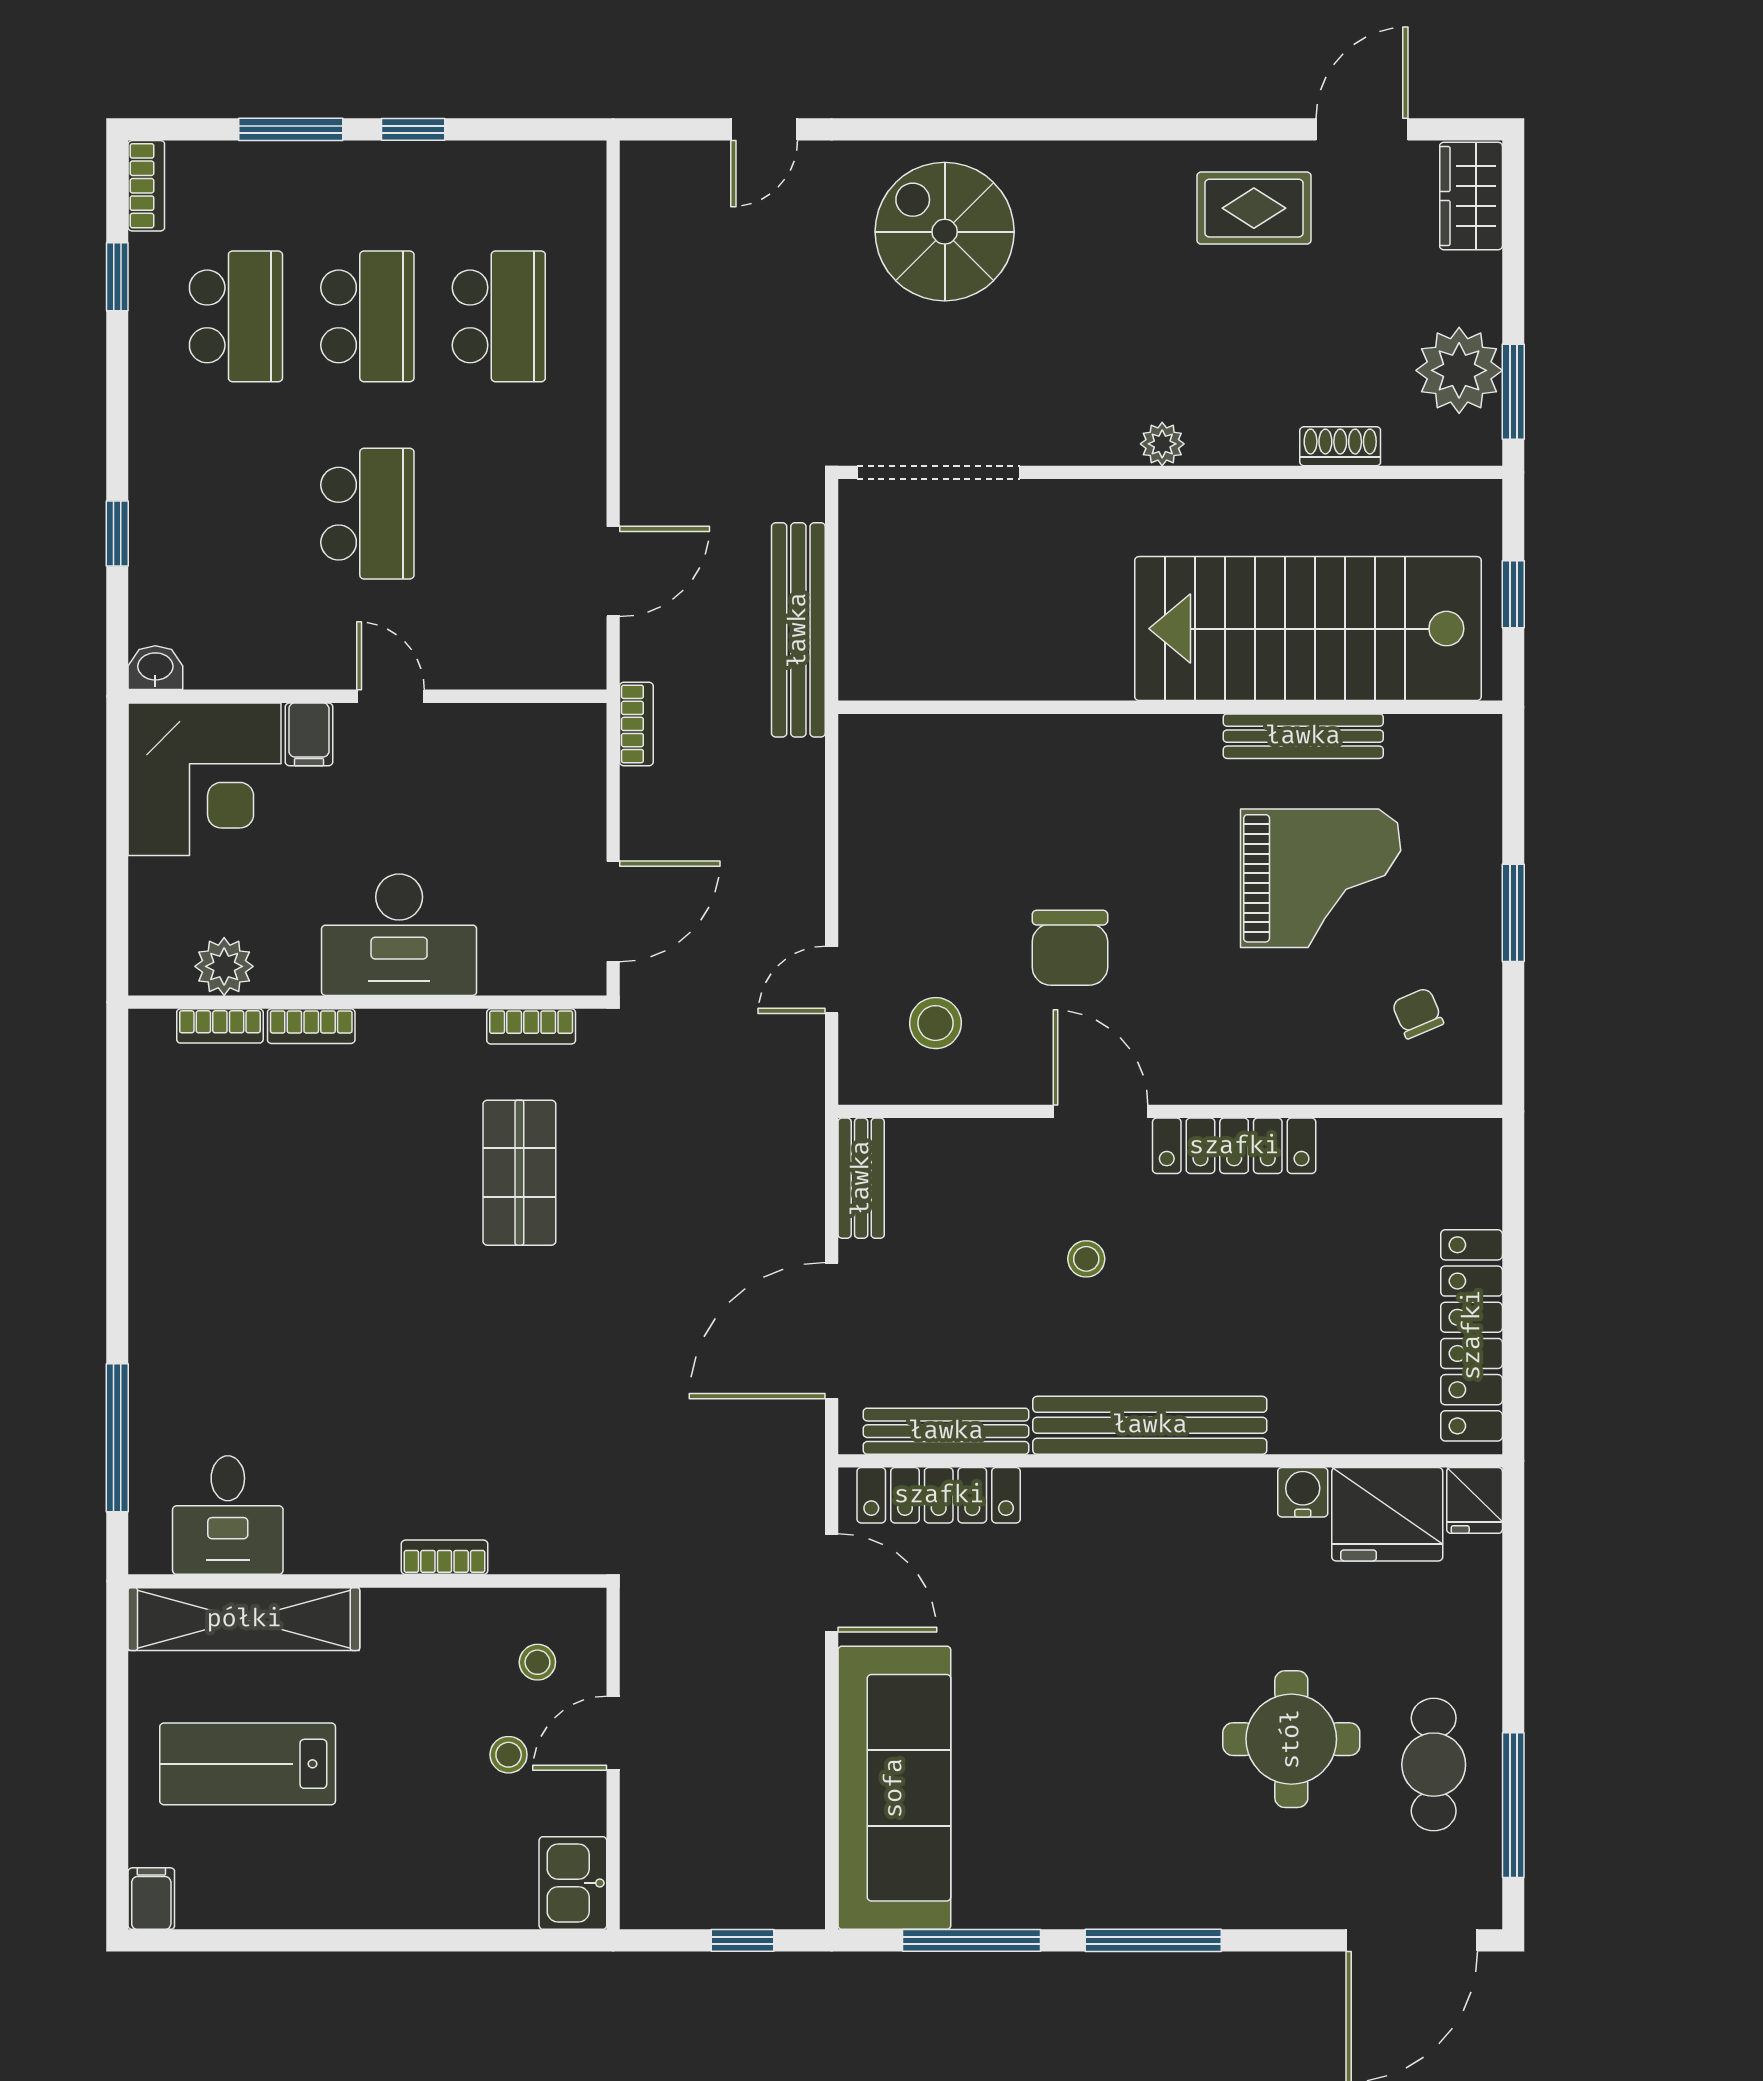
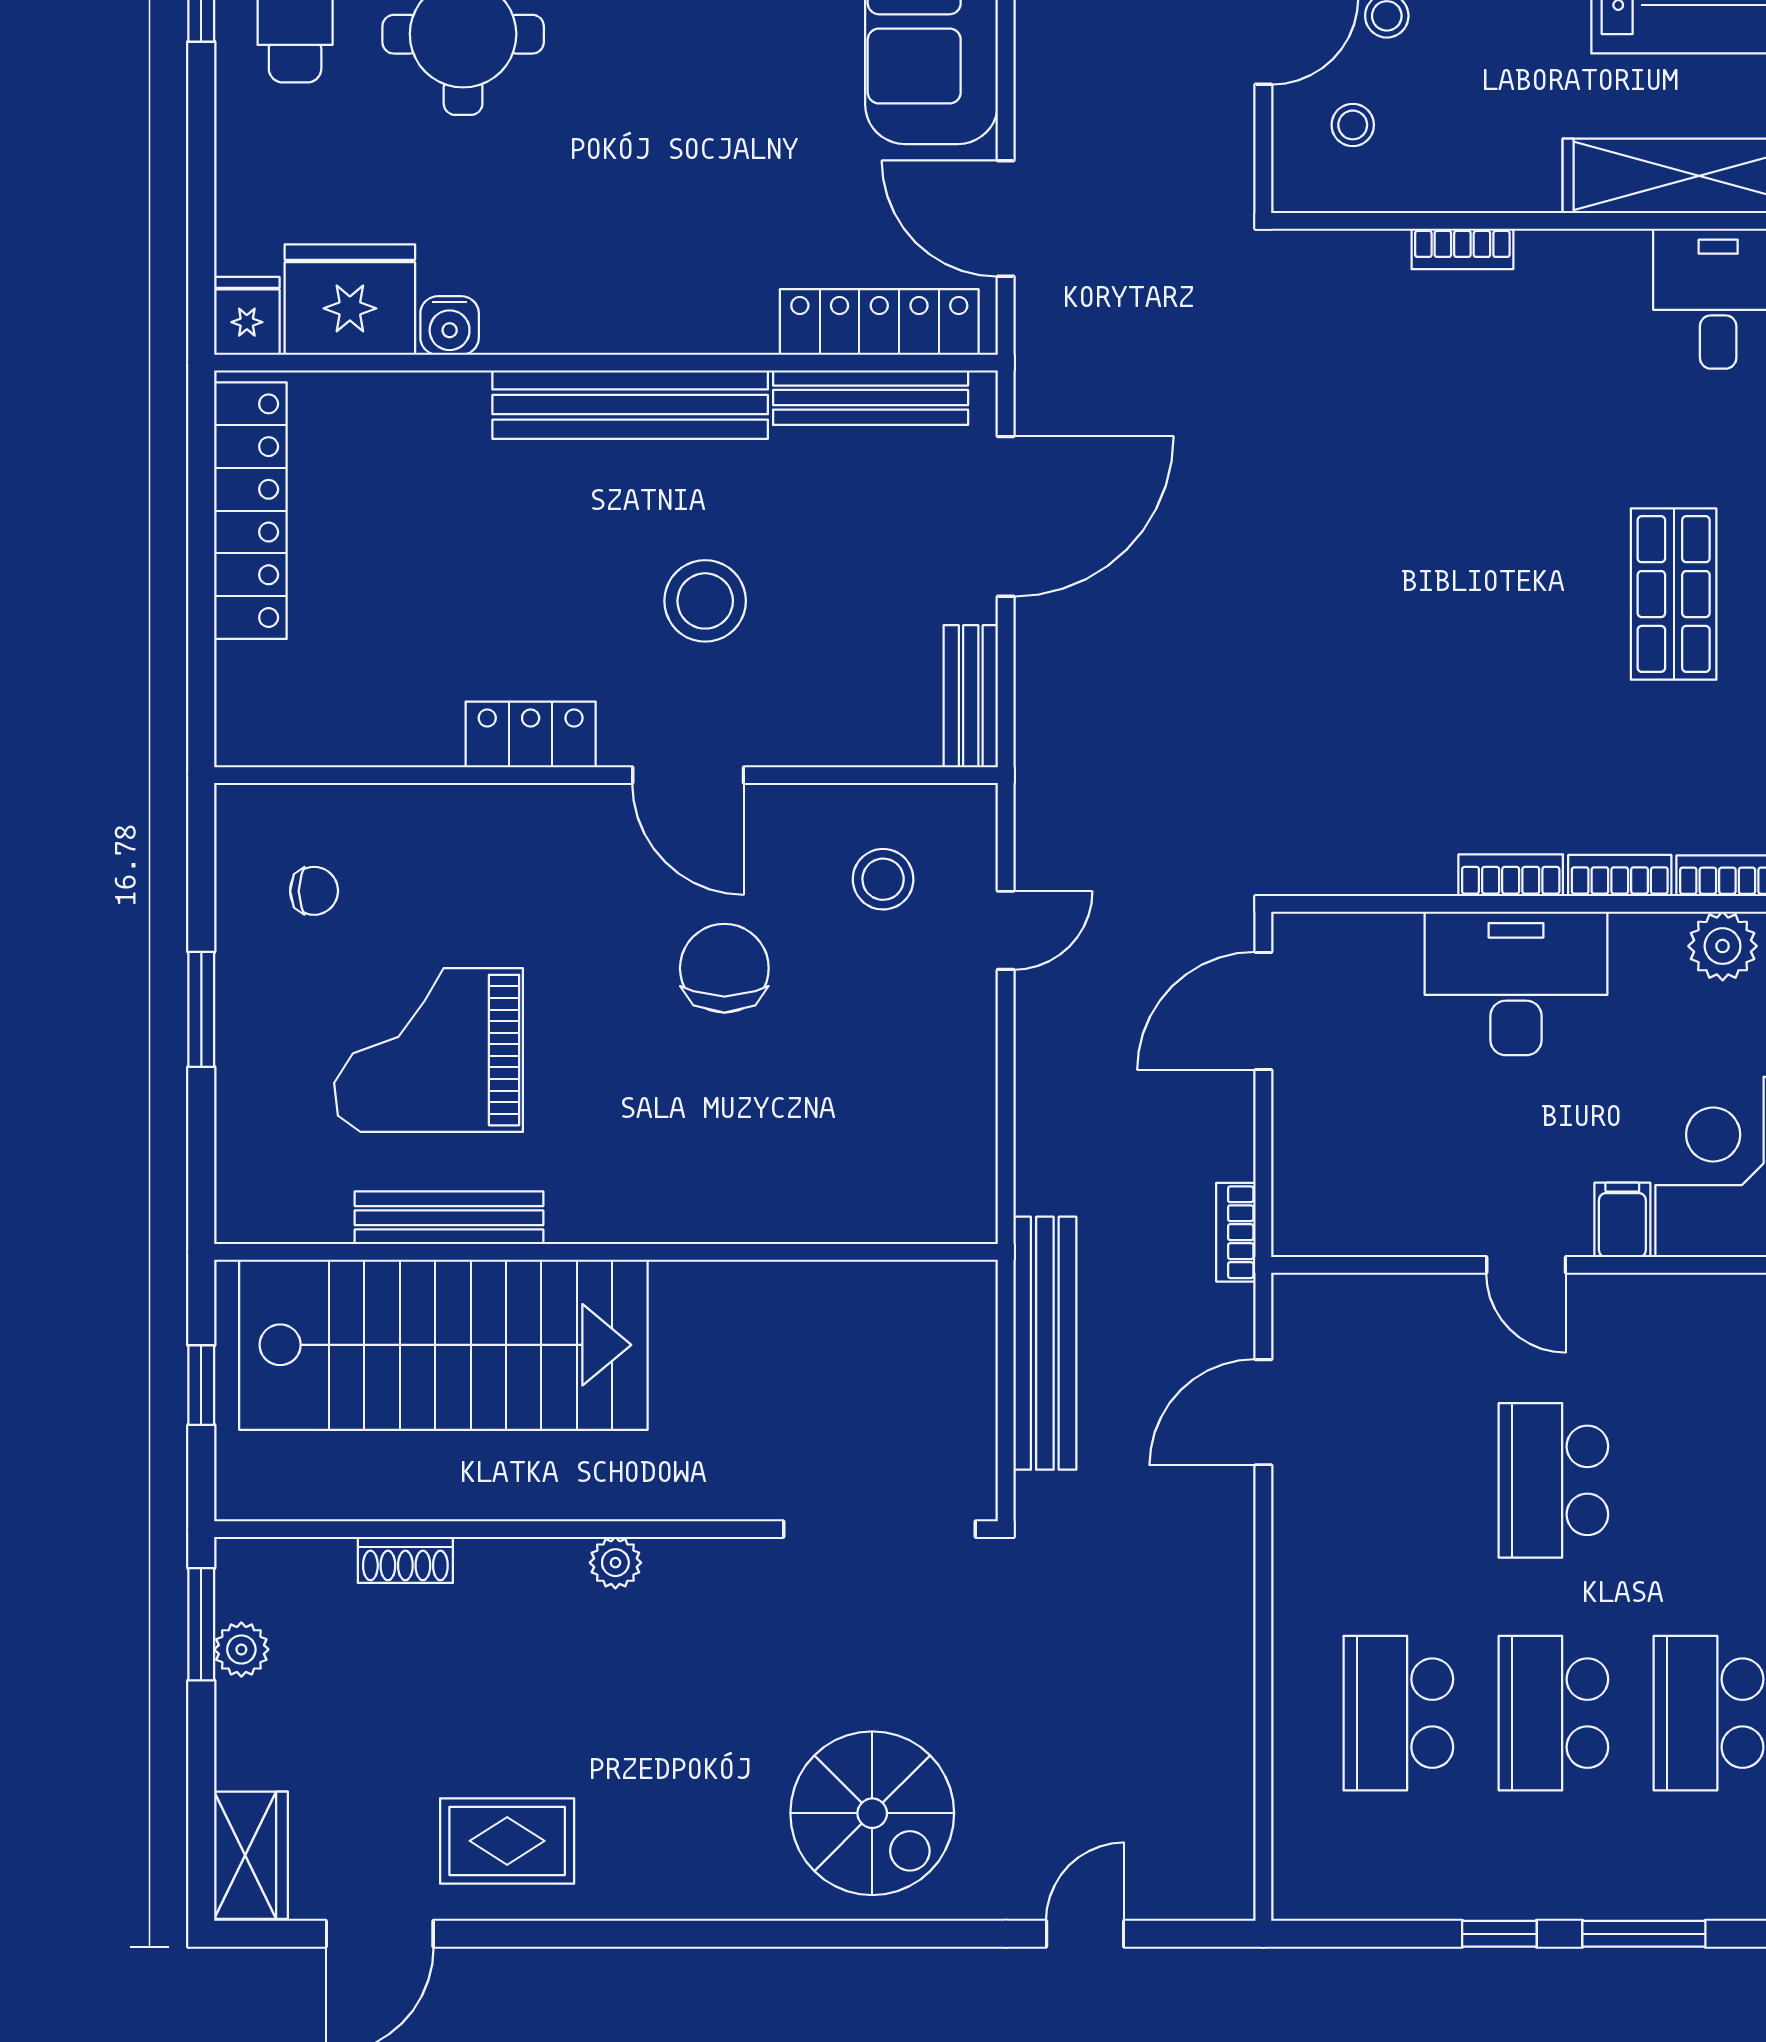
plant: (1459, 370) -> (241, 1649), width x0.53, depth x0.53
chair: (1418, 1013) -> (314, 891), turned -67
bookcase: (531, 1026) -> (1511, 875), moved
locker: (1234, 1146) -> (531, 734), width x0.66
shop shelf: (519, 1173) -> (1674, 594), moved
stool: (1086, 1259) -> (705, 601), width x1.89, depth x1.89

